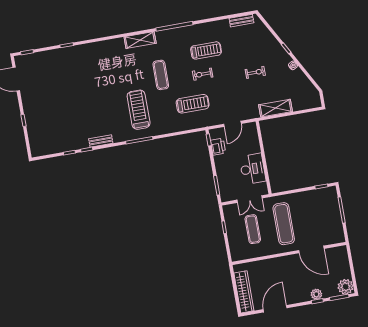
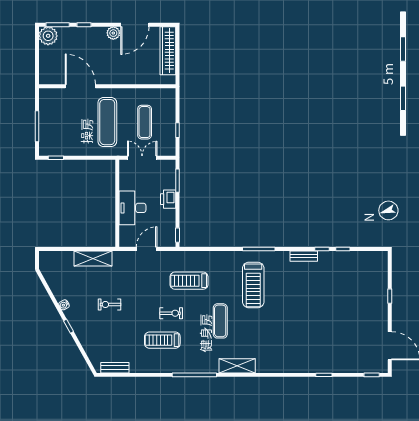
printer: (218, 147) -> (168, 199), moved
desk: (253, 169) -> (132, 208), moved
plant: (316, 294) -> (113, 33), moved

